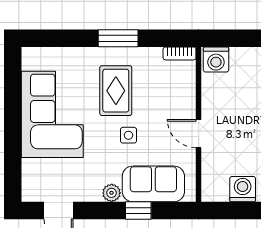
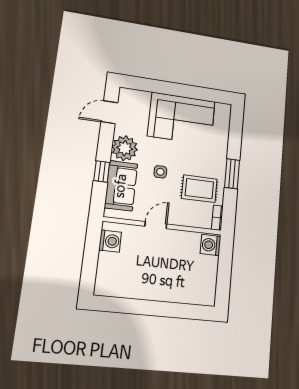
rug: (116, 91) -> (199, 189), moved
washing machine: (243, 189) -> (110, 241), moved
plant: (112, 193) -> (125, 148), width x1.88, depth x1.88

